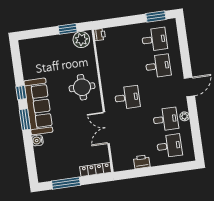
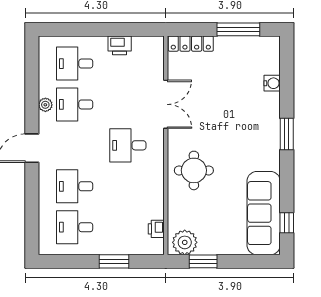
window: (156, 16) -> (114, 261), moved
printer: (100, 35) -> (156, 229), moved
window: (21, 93) -> (287, 223), moved
sofa: (38, 106) -> (264, 213), moved
water cooler: (37, 140) -> (272, 83), moved

